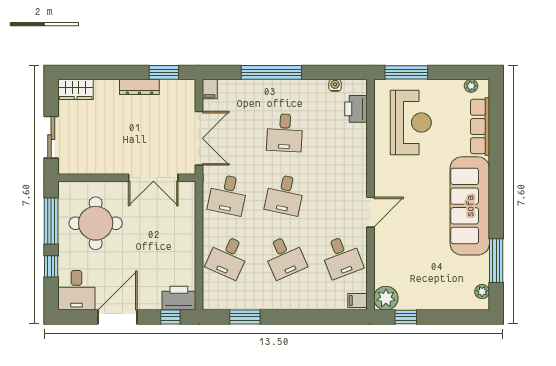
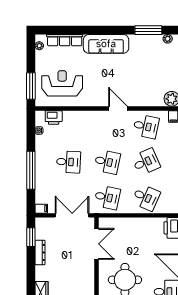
sofa: (470, 206) -> (106, 44), width x0.74, depth x0.79
desk: (342, 257) -> (146, 126), turned 33

